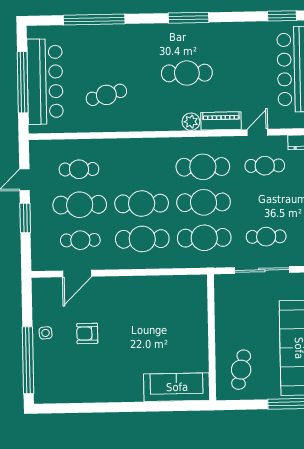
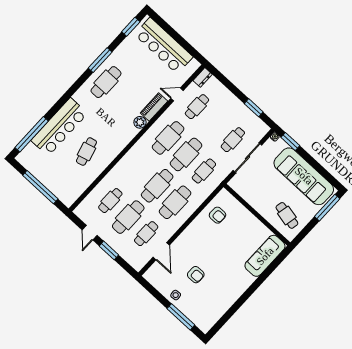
window: (189, 18) -> (100, 60), moved
window: (94, 20) -> (32, 134), moved
cafe table: (187, 73) -> (106, 82), moved
bar counter: (45, 82) -> (59, 127), moved, turned 90
door: (257, 132) -> (177, 94), hinge flipped
cafe table: (204, 238) -> (204, 171), width x0.73, depth x0.74
armchair: (172, 296) -> (217, 215), added
armchair: (87, 333) -> (196, 275), turned -90
window: (28, 360) -> (181, 317), width x0.68

